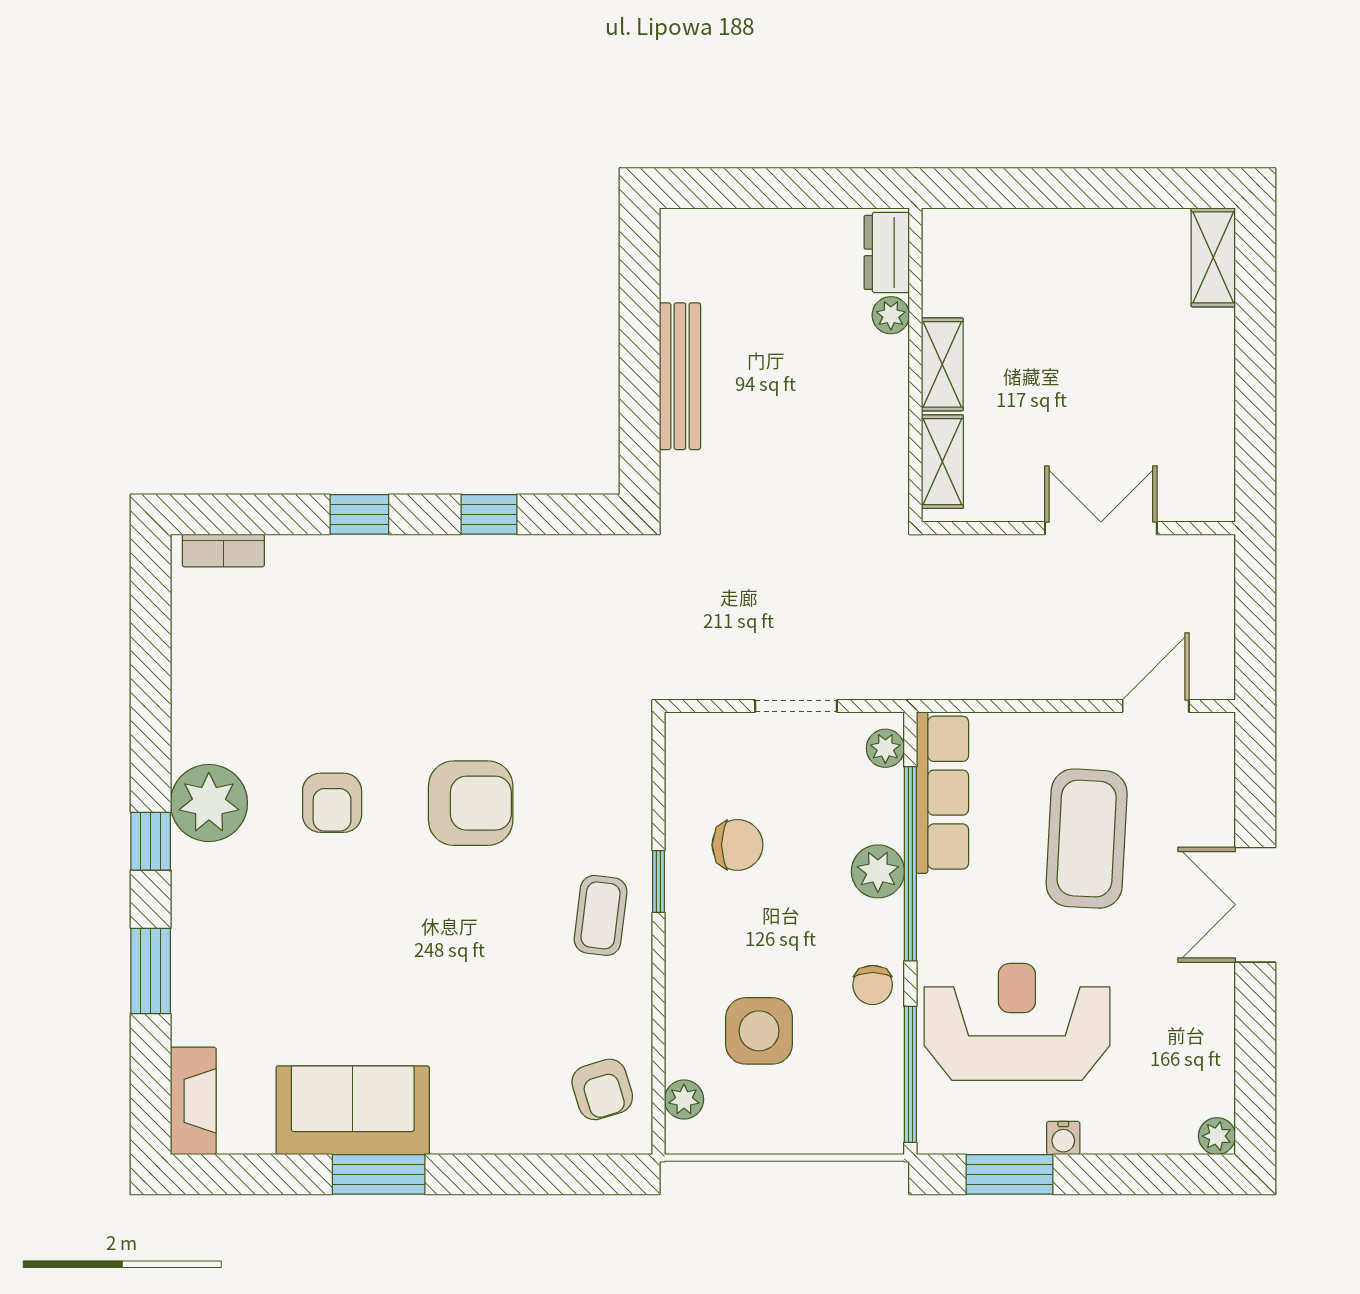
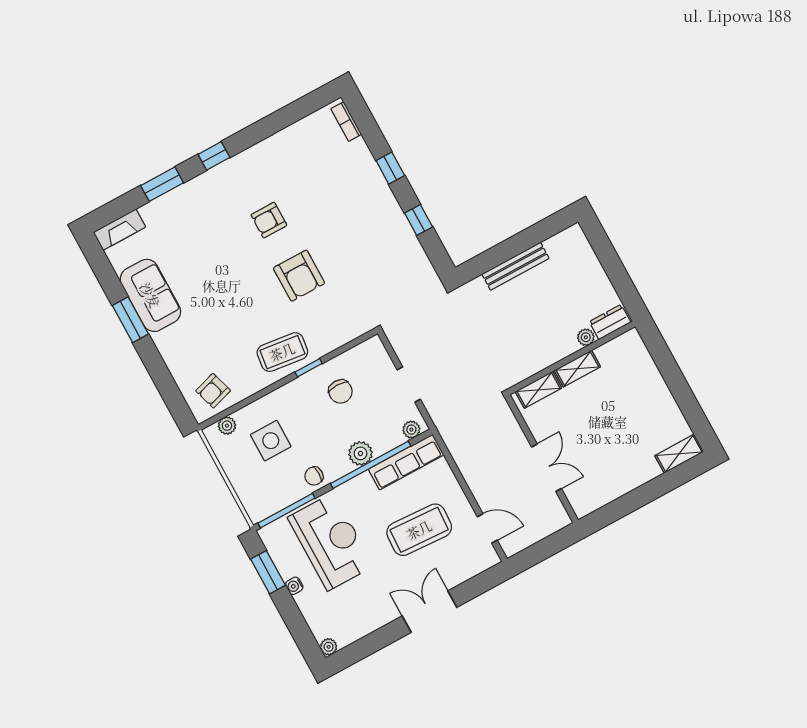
plant: (209, 803) -> (242, 171), removed
coffee table: (601, 915) -> (282, 352), width x1.36, depth x1.30

